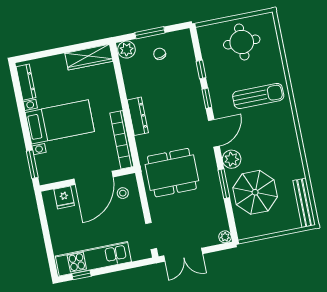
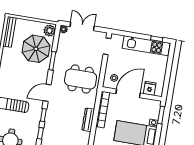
plant: (232, 159) -> (49, 31), moved
double door: (183, 255) -> (82, 26), moved

